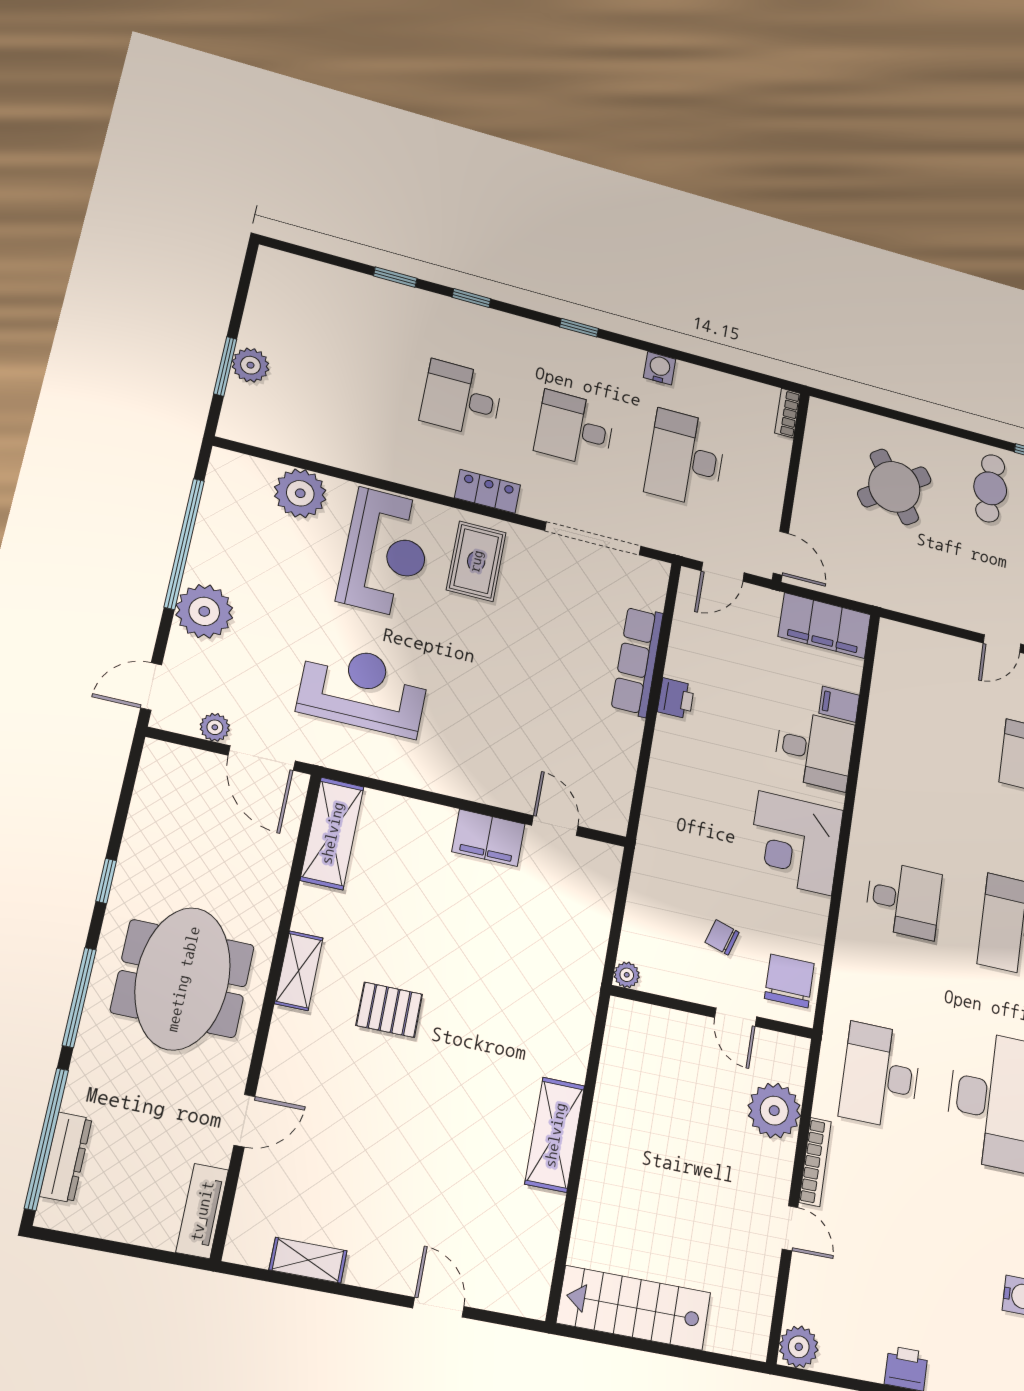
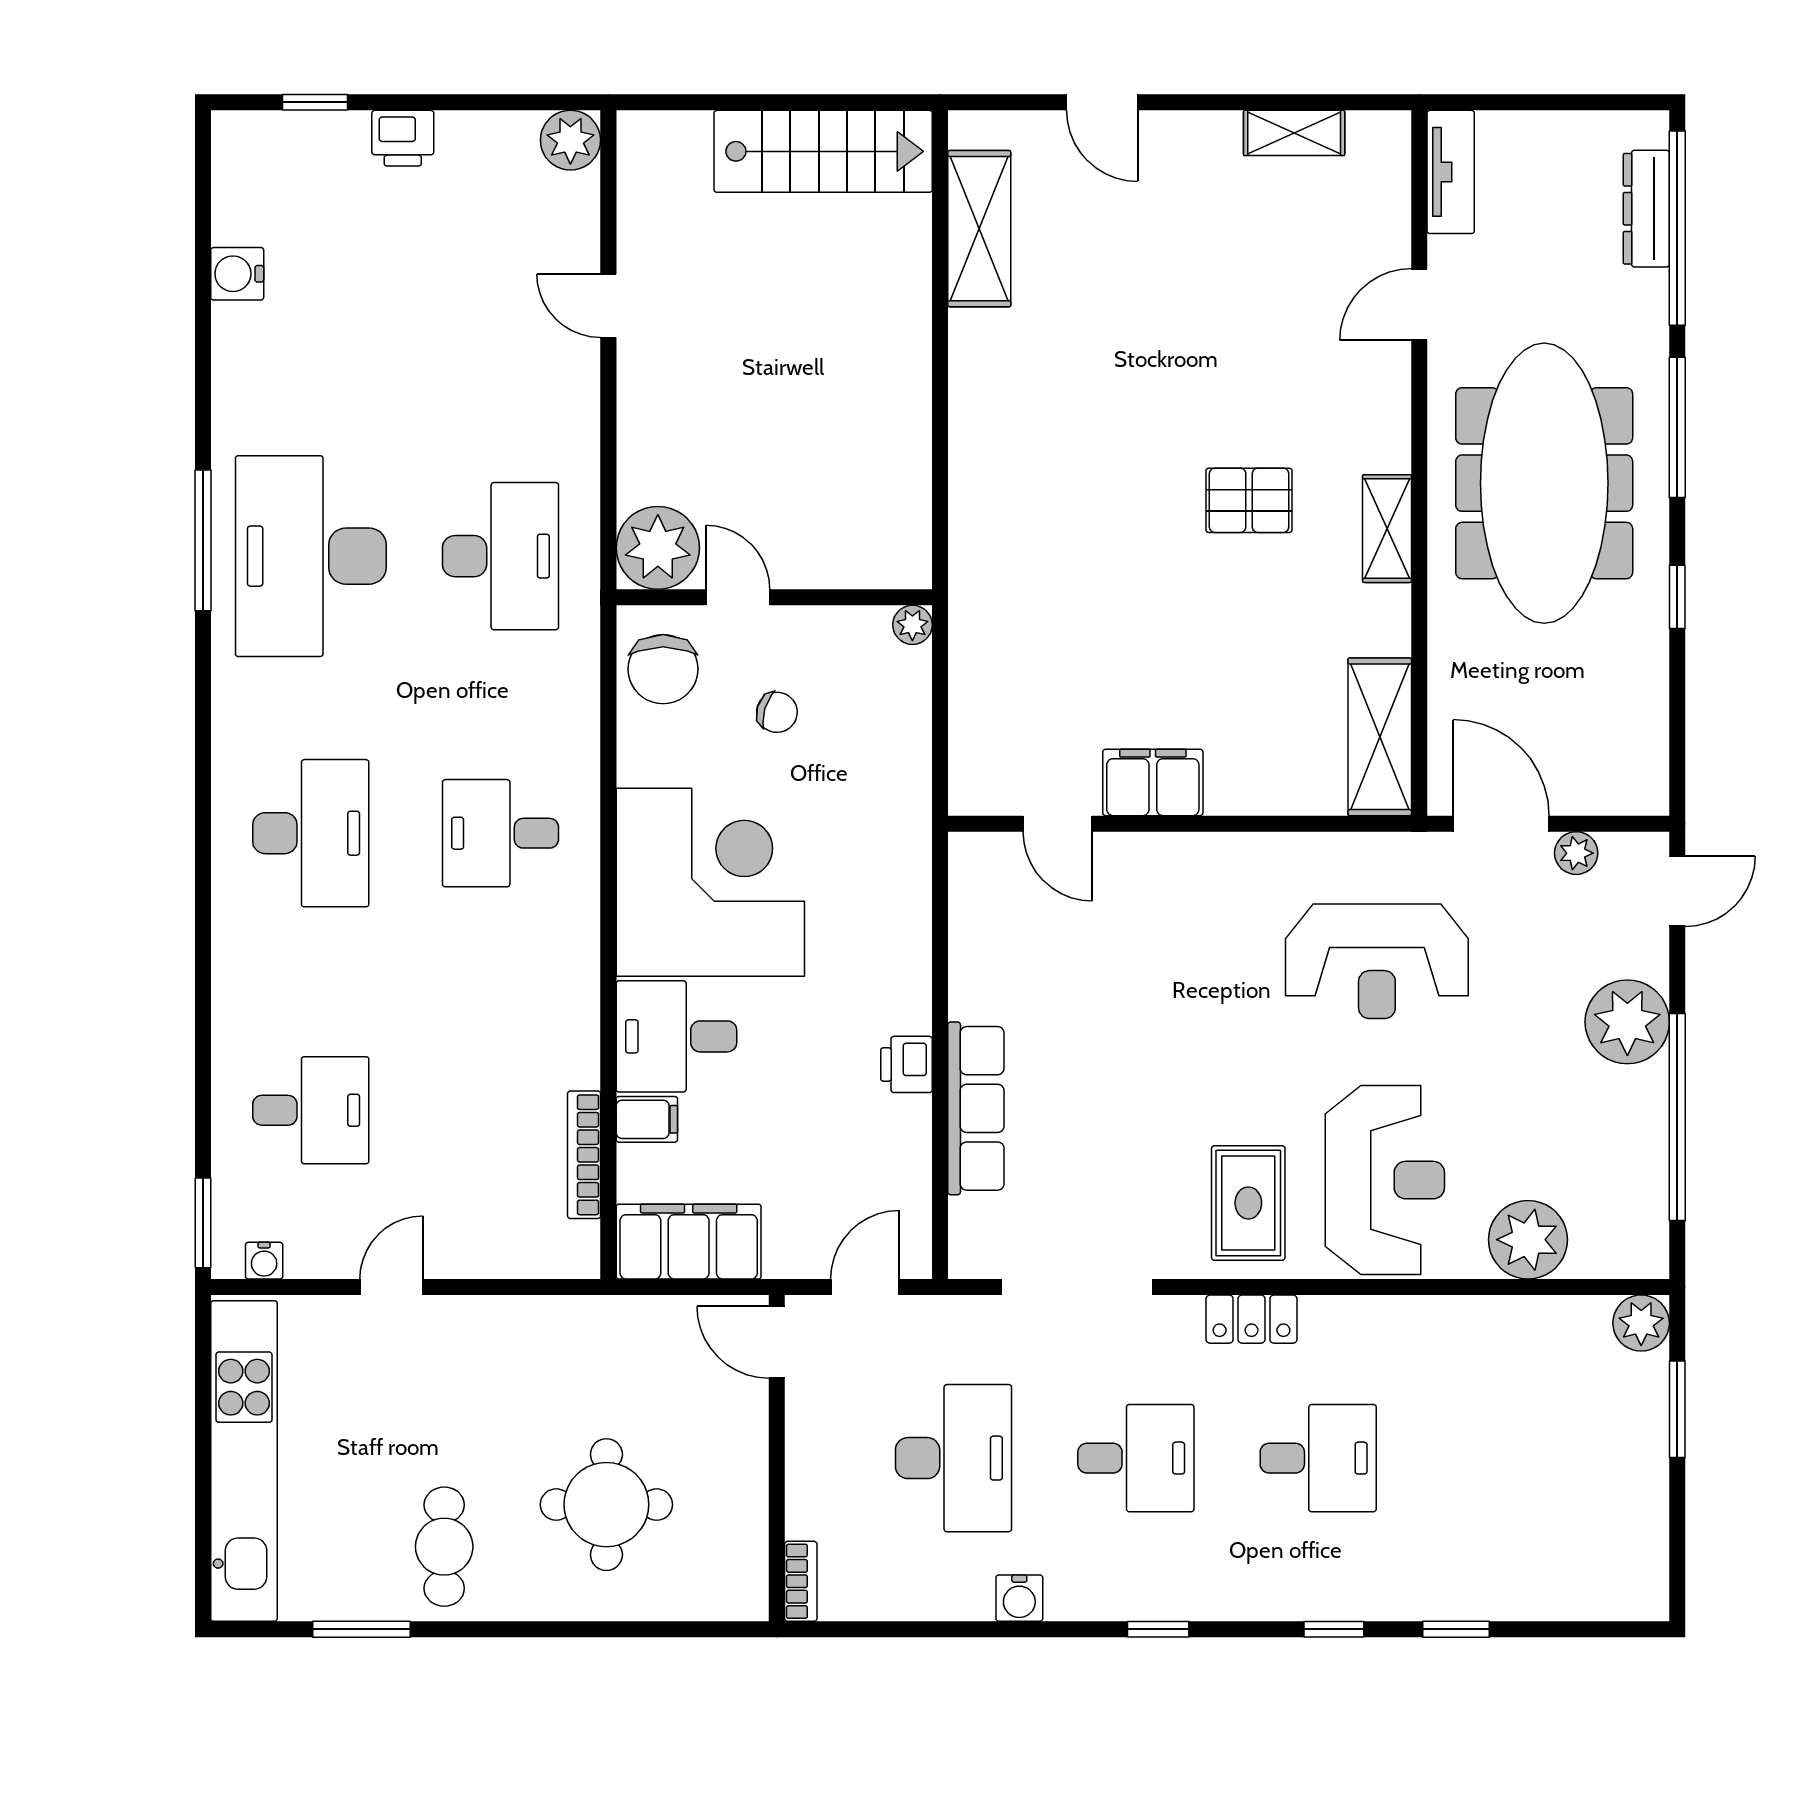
plant: (250, 365) -> (1641, 1323), moved
round table: (894, 487) -> (606, 1505), turned 35
reception desk: (386, 553) -> (1385, 1180), turned 180
corner desk: (795, 843) -> (710, 882), width x1.36, depth x1.36
meeting table: (183, 979) -> (1544, 483), width x1.36
plant: (774, 1111) -> (658, 548), moved
shelving: (555, 1135) -> (979, 229), moved
bookcase: (815, 1162) -> (584, 1155), moved

